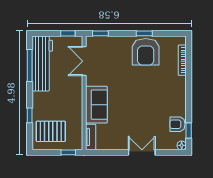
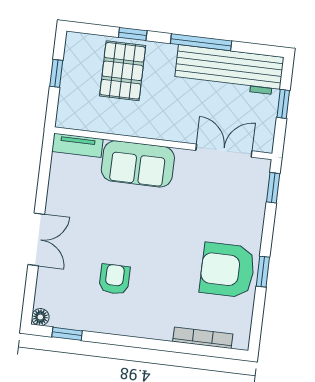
window: (68, 33) -> (283, 104), moved
window: (30, 66) -> (201, 42), moved
armchair: (177, 124) -> (114, 279), moved
pallet: (51, 131) -> (123, 71), moved
window: (68, 152) -> (56, 73), moved

